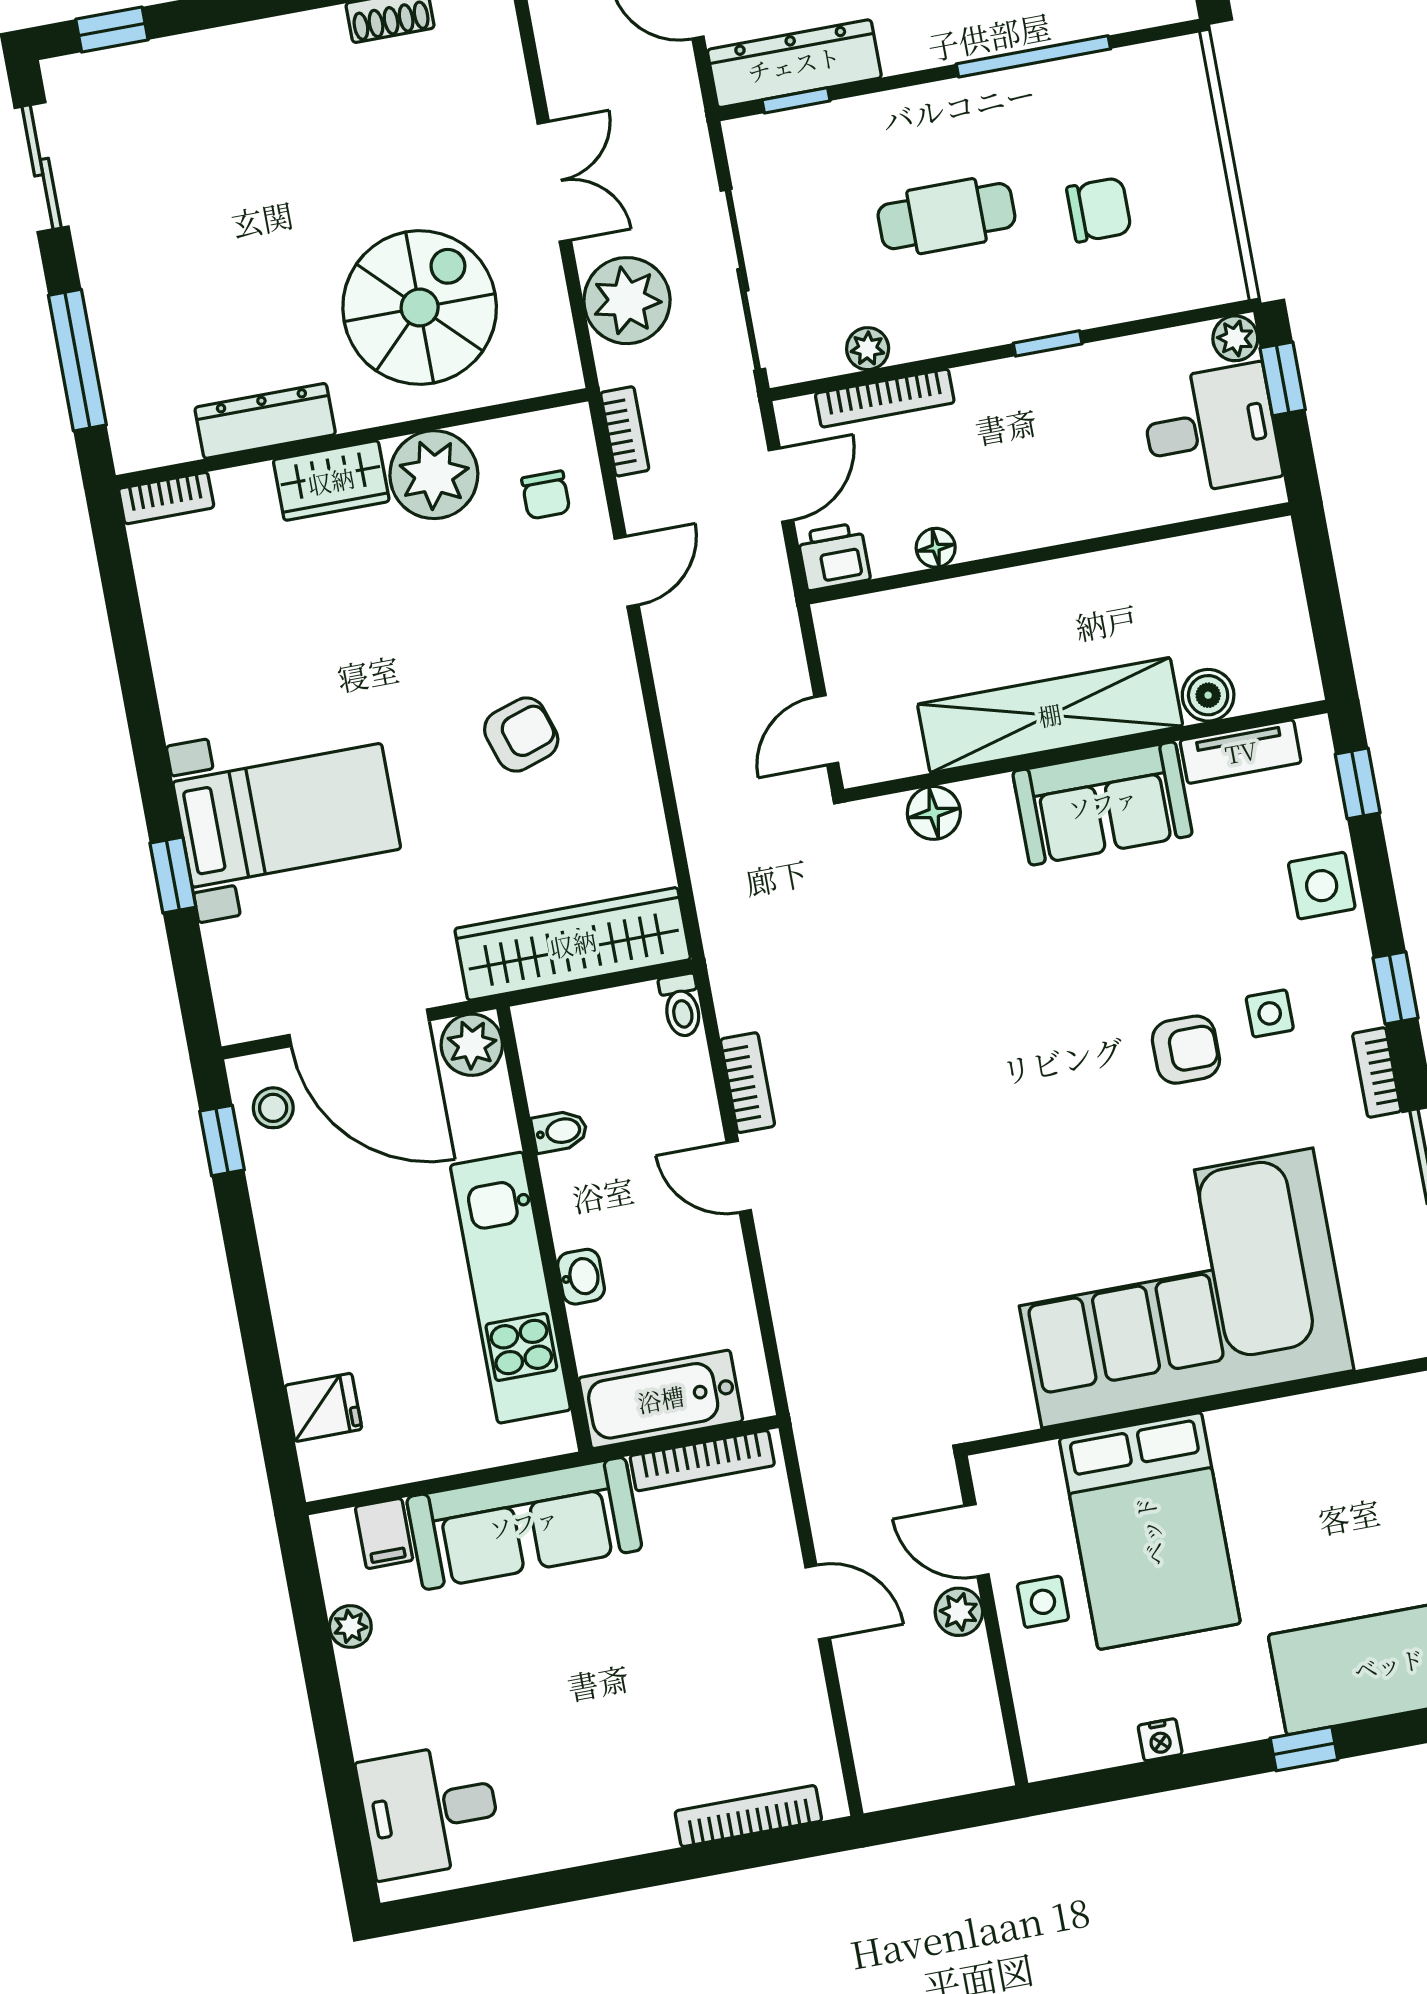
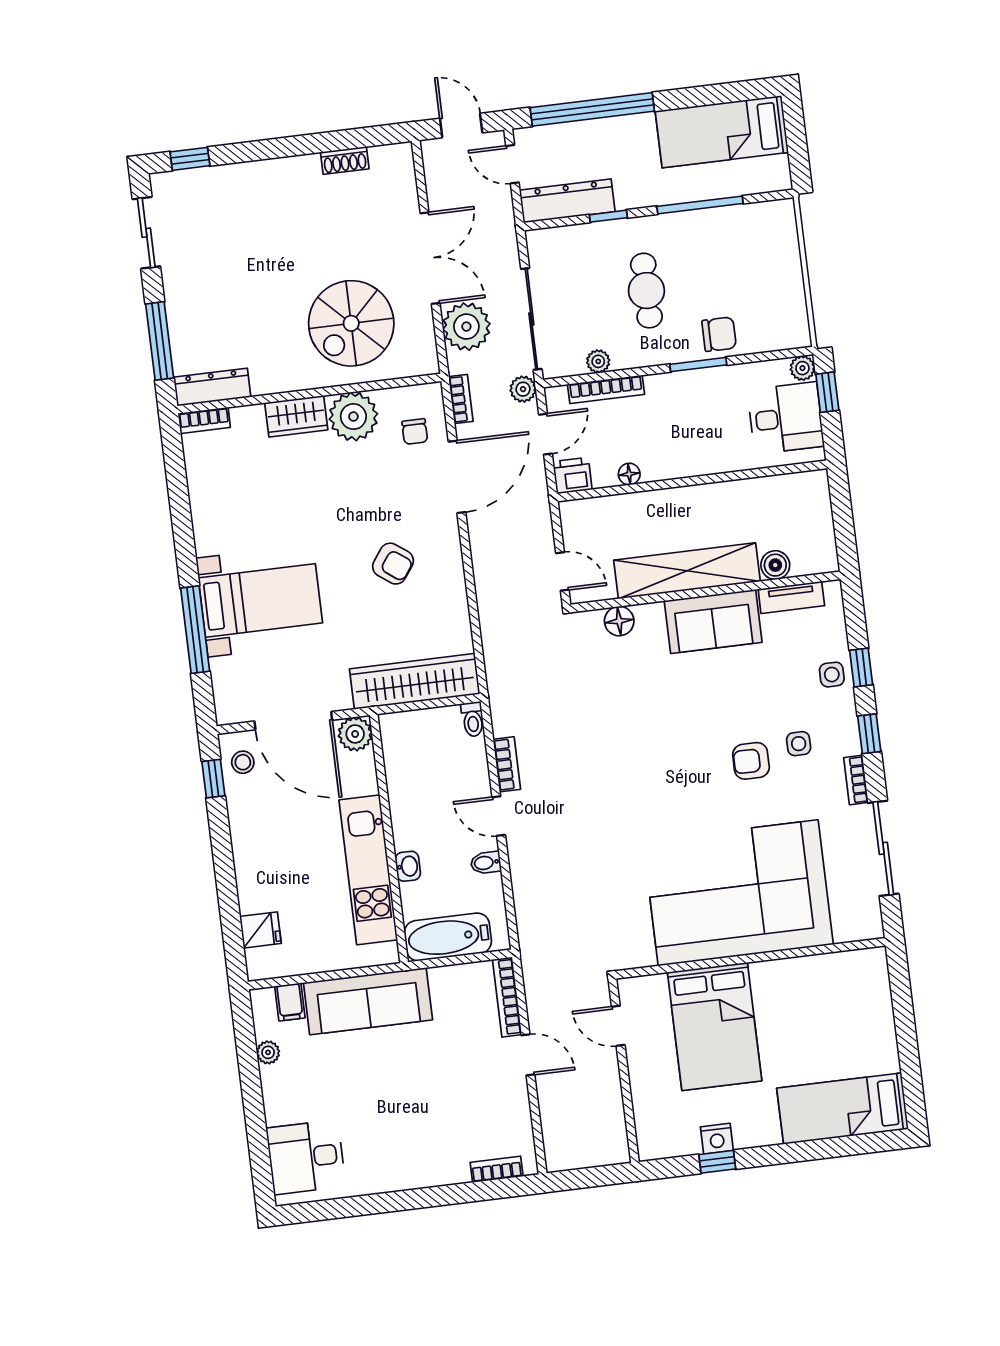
window: (796, 100) -> (608, 216), moved
double door: (554, 182) -> (430, 258), width x1.37
chair: (1099, 210) -> (719, 334), moved
cafe table: (946, 216) -> (646, 291), turned 90
spiral stairs: (420, 308) -> (351, 323), turned 180
window: (1048, 343) -> (698, 365), width x1.50
dresser: (265, 421) -> (212, 387), moved
door: (627, 572) -> (457, 477), width x1.87
door: (826, 730) -> (562, 571), swing flipped
armchair: (521, 735) -> (393, 564), turned 54
window: (1358, 783) -> (861, 668), moved
window: (173, 875) -> (195, 630), width x2.17
side table: (1322, 886) -> (832, 675), width x0.73, depth x0.73
armchair: (1186, 1050) -> (751, 761), turned 180
bidet: (560, 1131) -> (486, 863), moved, turned 180
bookcase: (702, 1461) -> (507, 997), moved, turned 90
side table: (1043, 1602) -> (653, 1062), removed
plant: (959, 1612) -> (523, 389), moved
nightstand: (1160, 1740) -> (717, 1139), width x1.39, depth x1.35
window: (1304, 1749) -> (717, 1162), moved
bookcase: (748, 1816) -> (497, 1169), width x0.64

